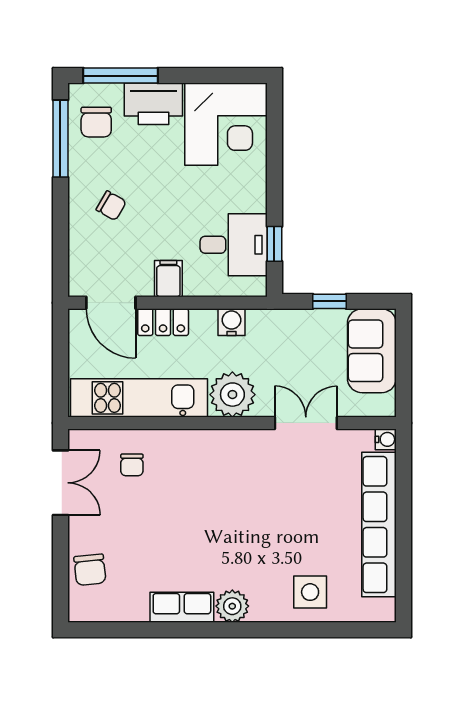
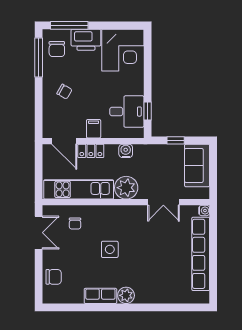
double door: (306, 423) -> (163, 202), swing flipped
chair: (90, 570) -> (54, 277), turned -84
side table: (310, 592) -> (110, 249), moved

